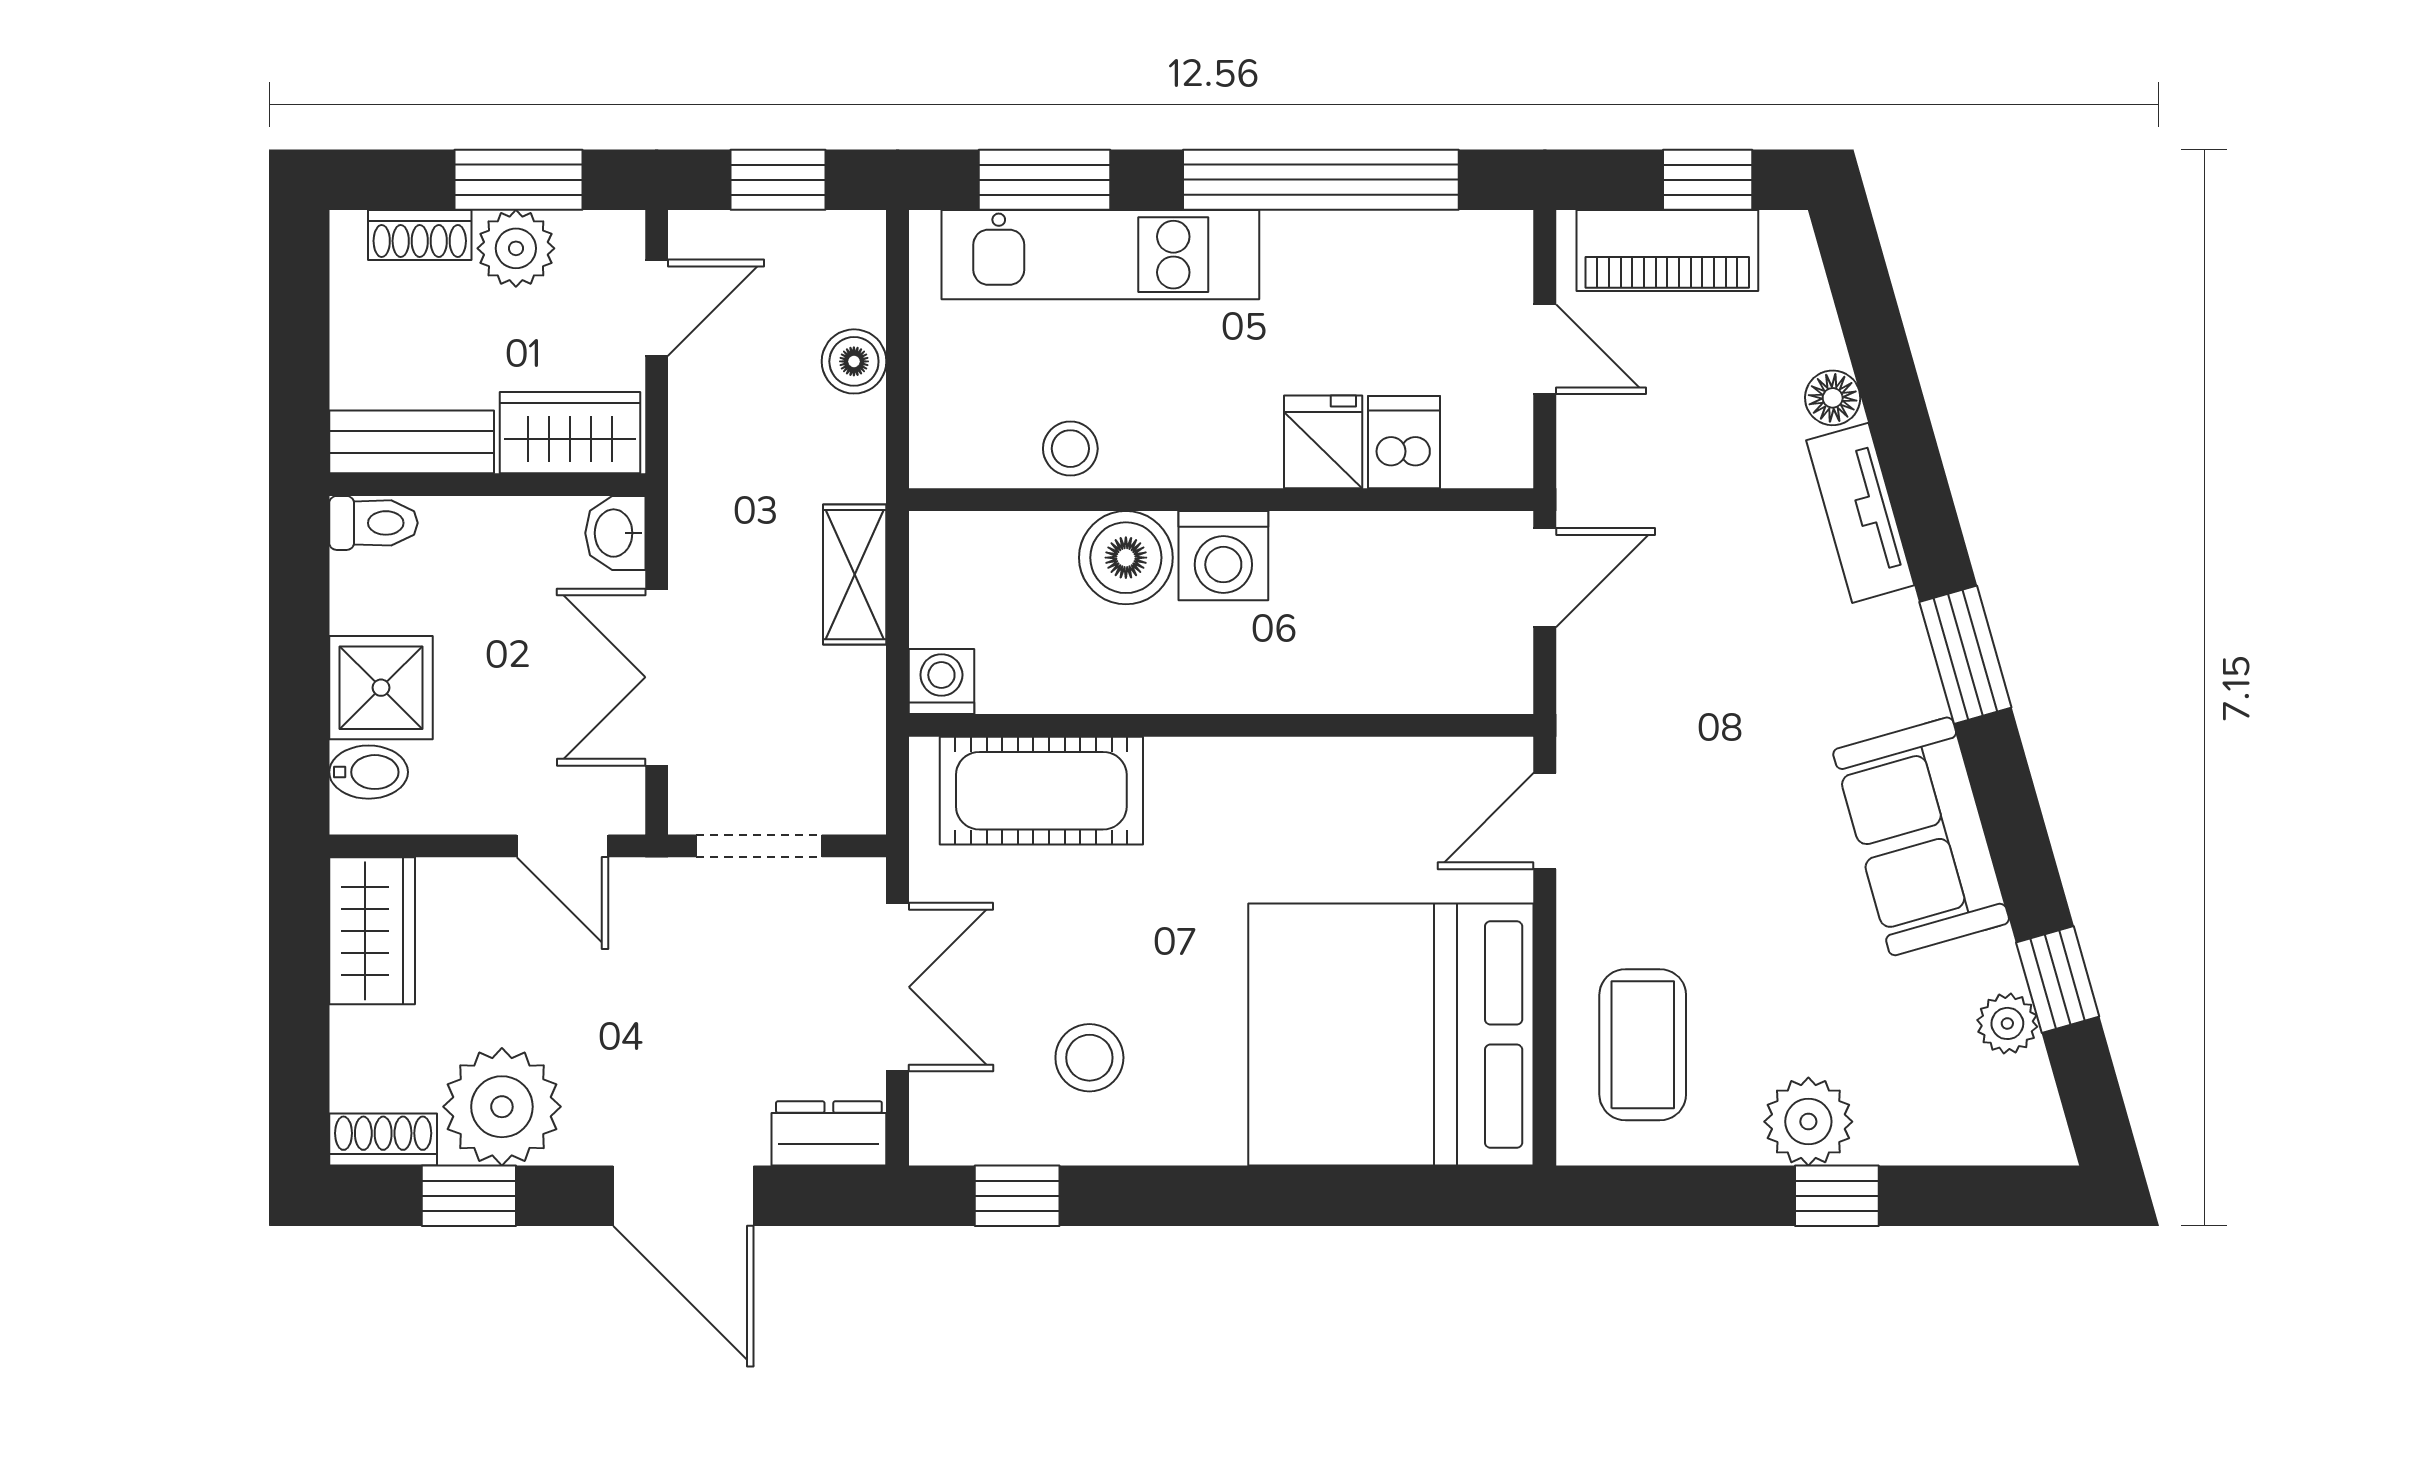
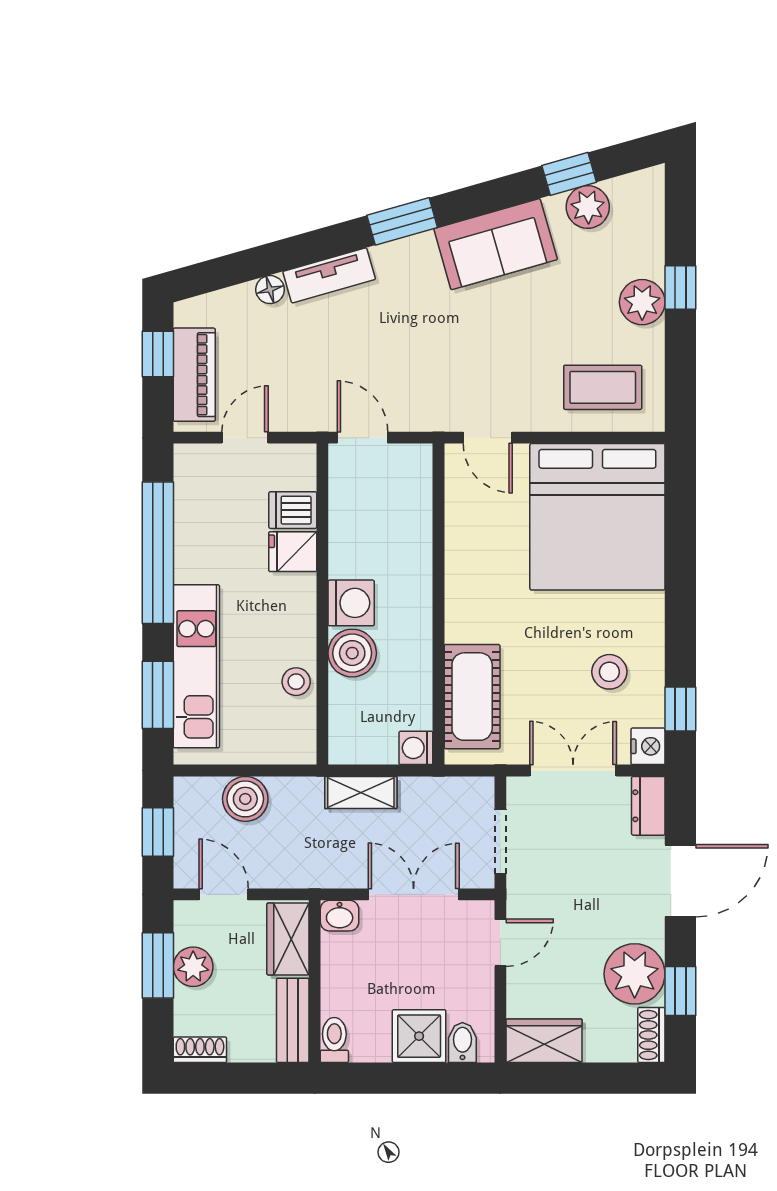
shoe rack: (420, 235) -> (200, 1050), moved, turned -90
boiler: (854, 361) -> (245, 799), width x1.36, depth x1.36
double door: (657, 677) -> (414, 894), swing flipped
plant: (2007, 1023) -> (588, 207), width x1.38, depth x1.38
nightstand: (945, 1133) -> (648, 746), added

